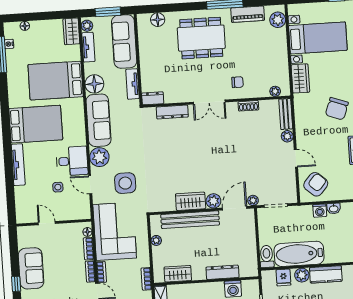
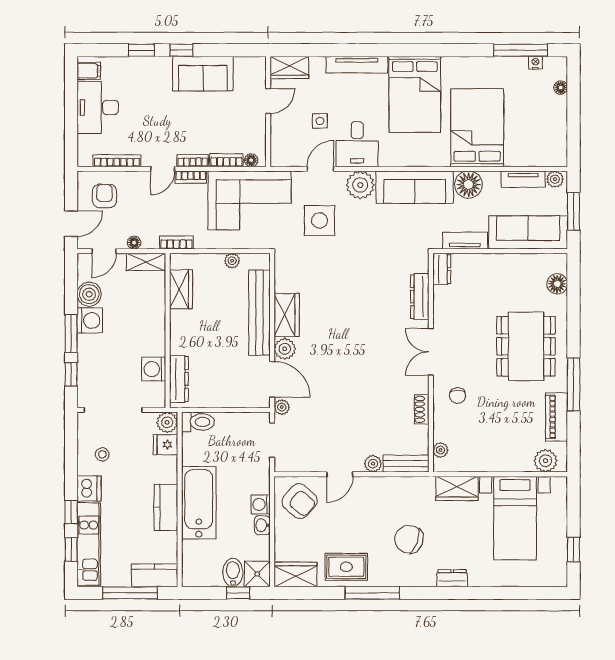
wardrobe: (71, 31) -> (289, 67), moved, turned 180
bathtub: (299, 254) -> (199, 503), moved
dresser: (222, 272) -> (179, 379), moved
plant: (302, 275) -> (167, 422), moved

